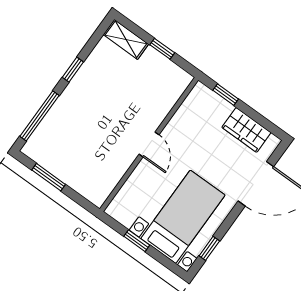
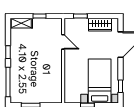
door: (149, 144) -> (63, 42), moved

